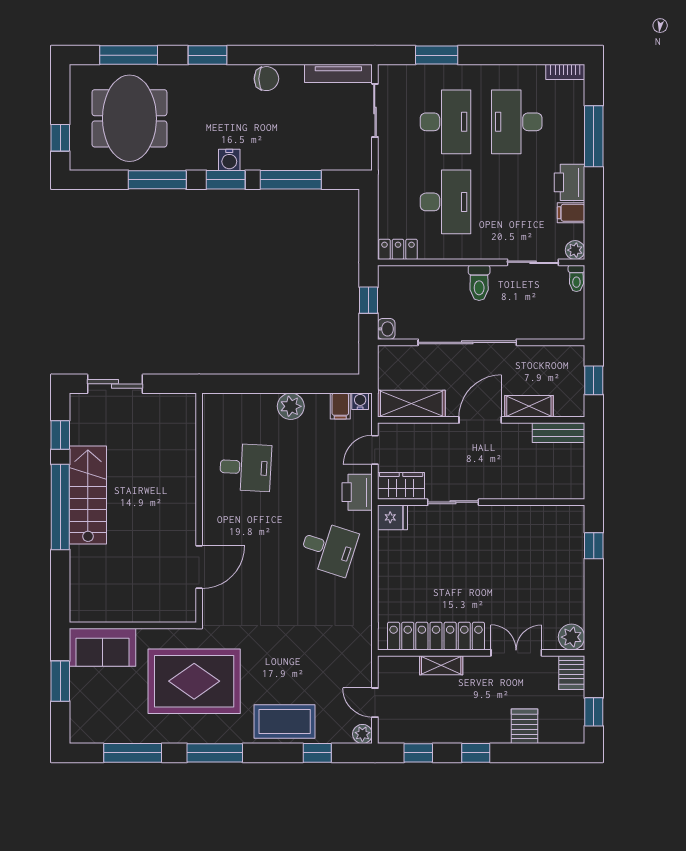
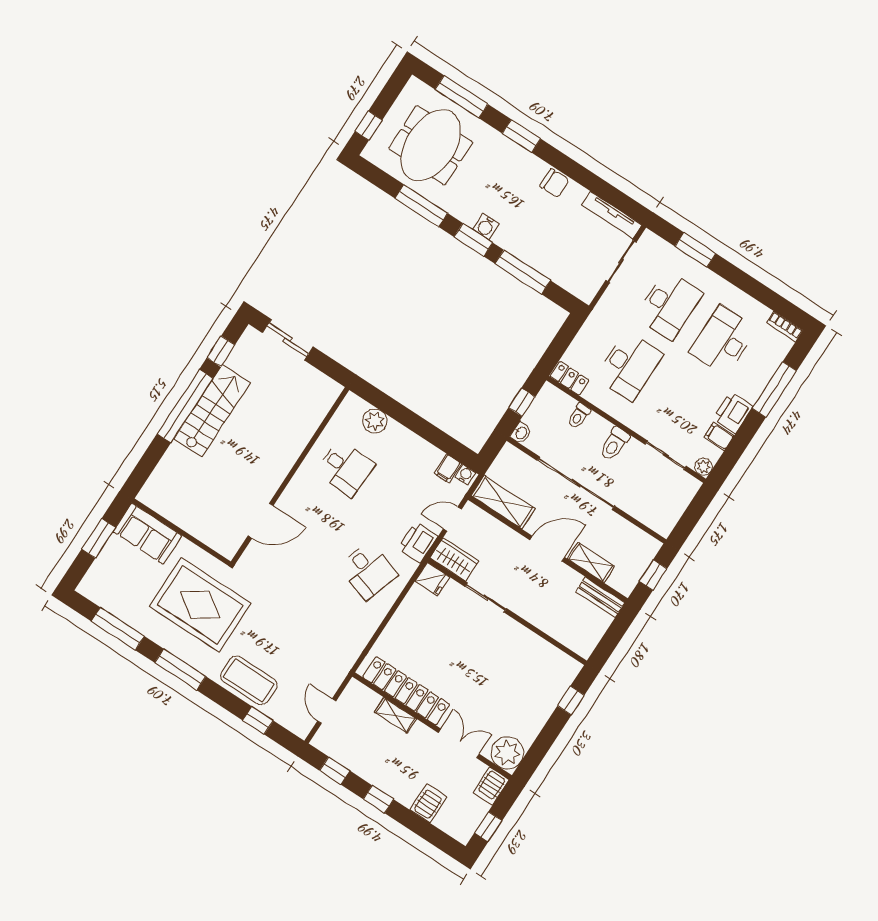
toilet: (576, 278) -> (579, 416), moved
plant: (291, 406) -> (375, 421), moved
plant: (572, 637) -> (507, 753), width x1.36, depth x1.36
plant: (362, 734) -> (302, 729), removed

